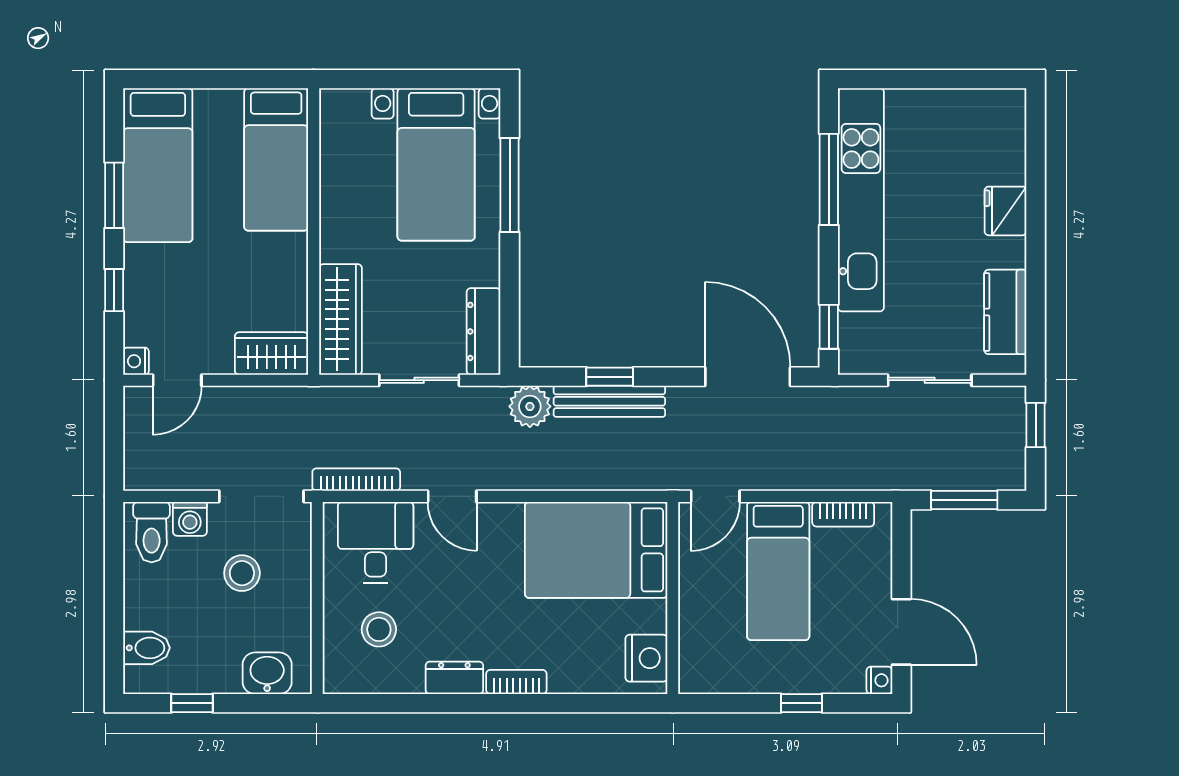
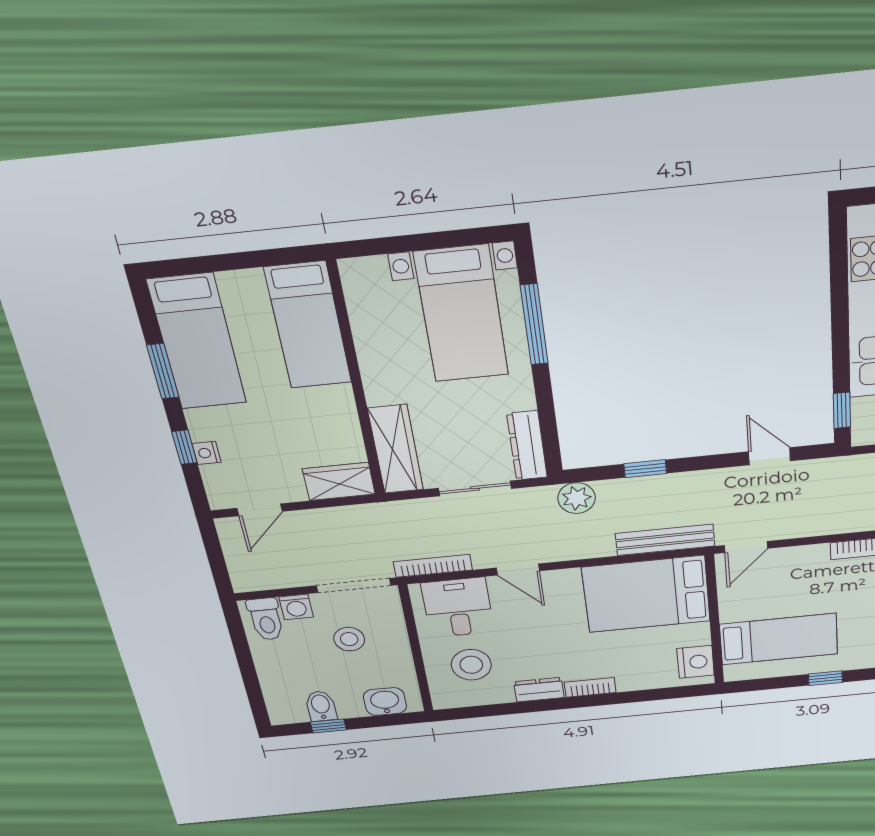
window: (829, 179) -> (839, 289), removed
nightstand: (136, 361) -> (207, 453), moved
door: (748, 377) -> (769, 456), width x0.53
bench: (609, 401) -> (665, 540), moved
bed: (778, 571) -> (779, 639), moved, turned -90
stool: (379, 629) -> (471, 665), width x1.38, depth x1.38
bidet: (147, 648) -> (321, 706), moved, turned -90

